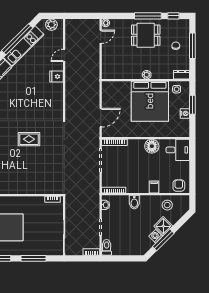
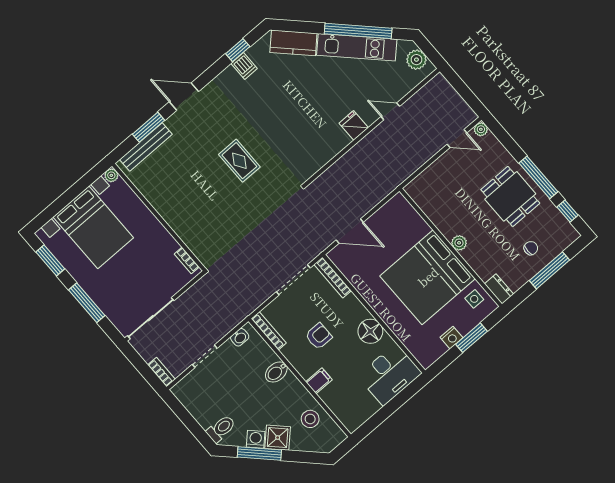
desk: (178, 150) -> (390, 374), width x1.37
armchair: (179, 186) -> (319, 336), moved
toilet: (107, 247) -> (221, 429), moved

